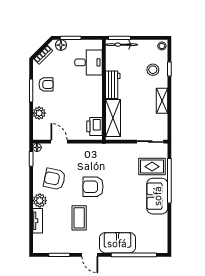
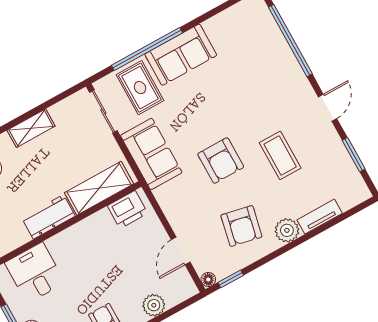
coffee table: (79, 218) -> (280, 155), turned 90
sofa: (117, 243) -> (151, 154), moved, turned 180

